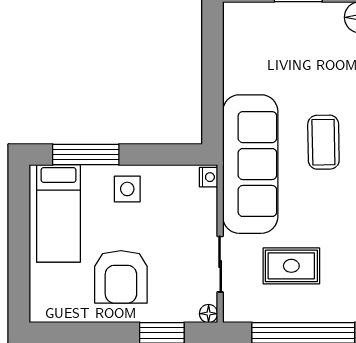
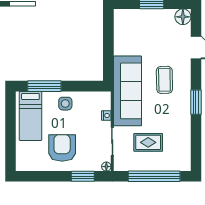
nightstand: (208, 177) -> (106, 115), moved
armchair: (121, 277) -> (62, 148), turned 180

